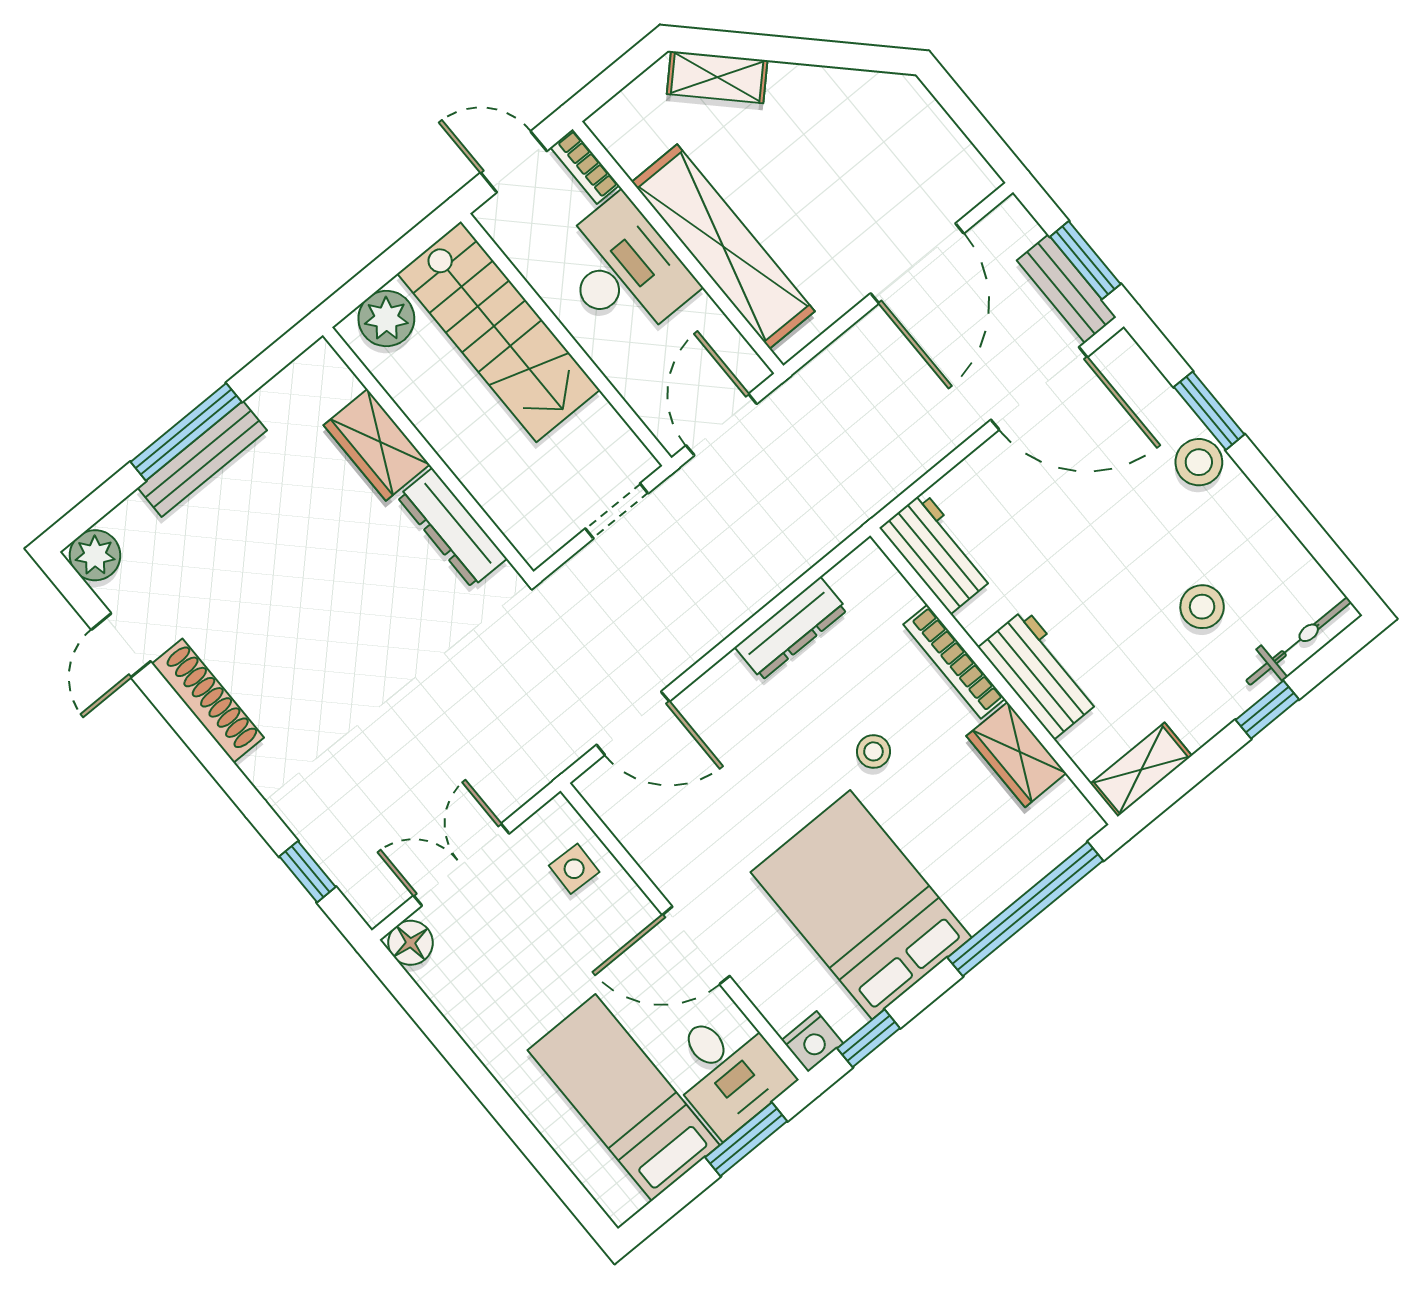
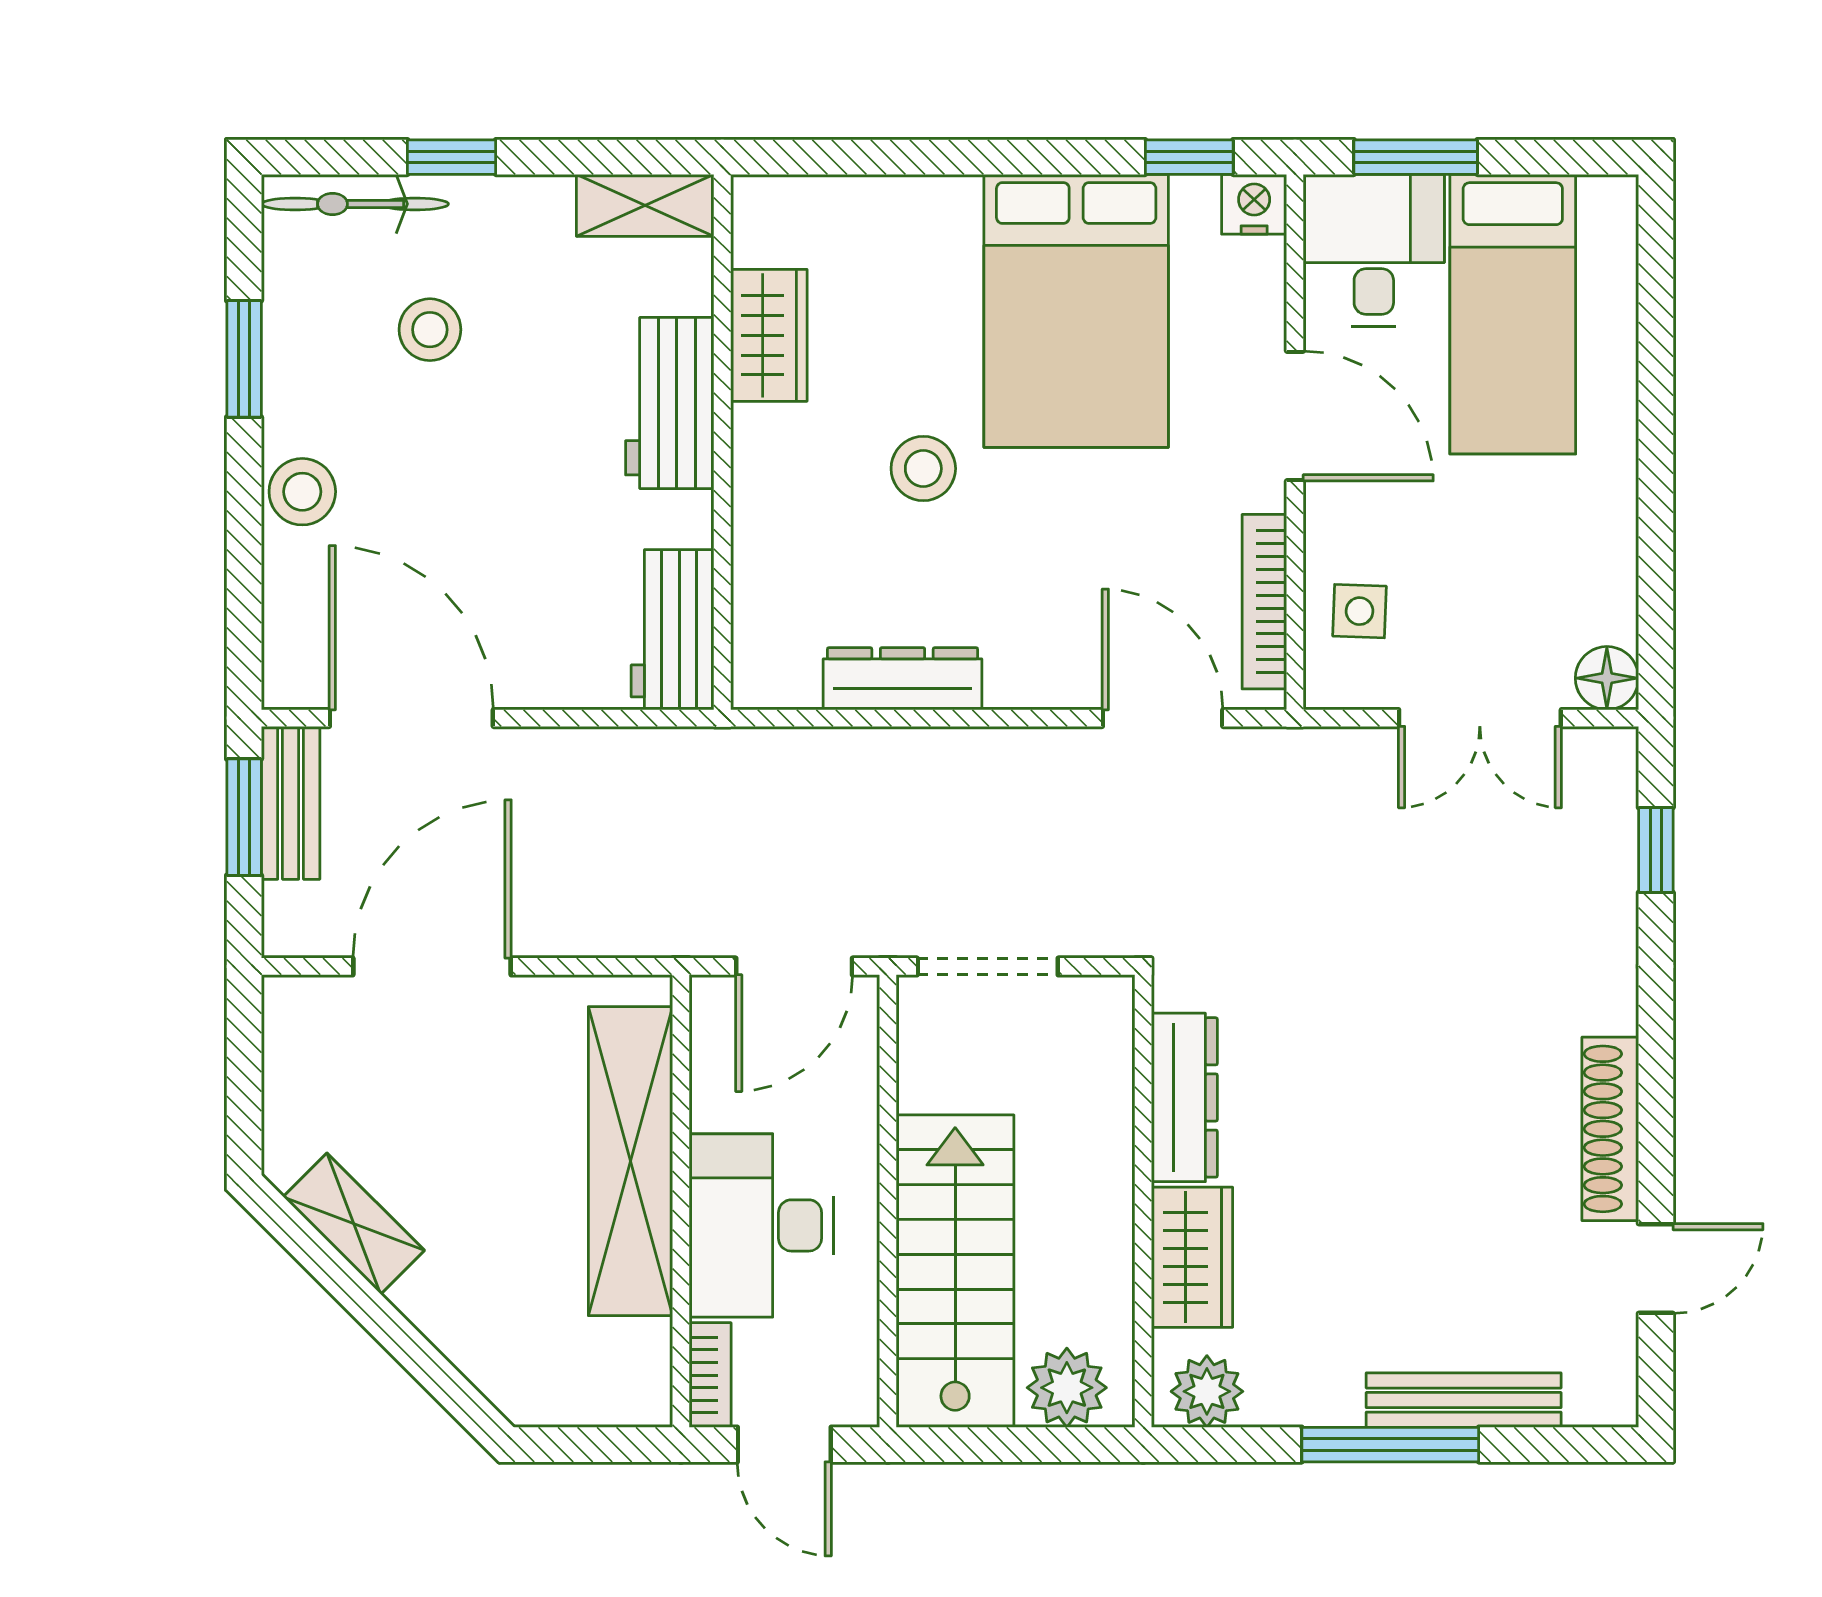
shelving: (717, 77) -> (354, 1224), moved
window: (1209, 411) -> (244, 359), moved
bench: (202, 459) -> (1464, 1400), moved
doorway: (617, 511) -> (988, 966), width x1.38
plant: (95, 555) -> (1207, 1391), moved
bookcase: (954, 662) -> (1264, 602), moved, turned 180
stool: (873, 751) -> (923, 469), width x1.37, depth x1.37
window: (1025, 909) -> (899, 157), removed

